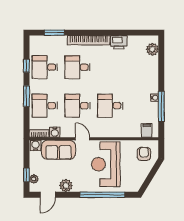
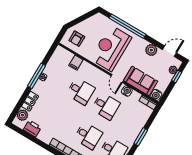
printer: (119, 42) -> (32, 128), moved
locker: (153, 67) -> (30, 101), added
desk: (45, 106) -> (131, 121), removed
window: (161, 106) -> (37, 76), moved
filing cabinet: (147, 130) -> (76, 63), moved
water cooler: (55, 132) -> (127, 91), moved
reception desk: (106, 164) -> (111, 48), turned 180

